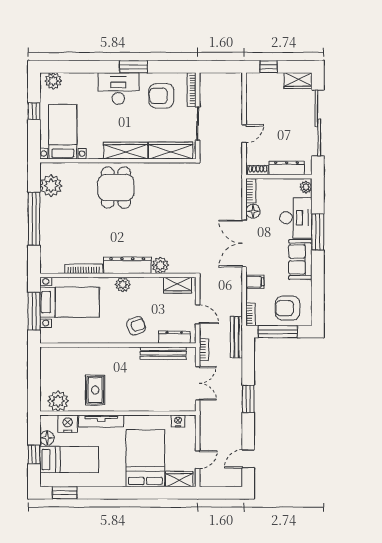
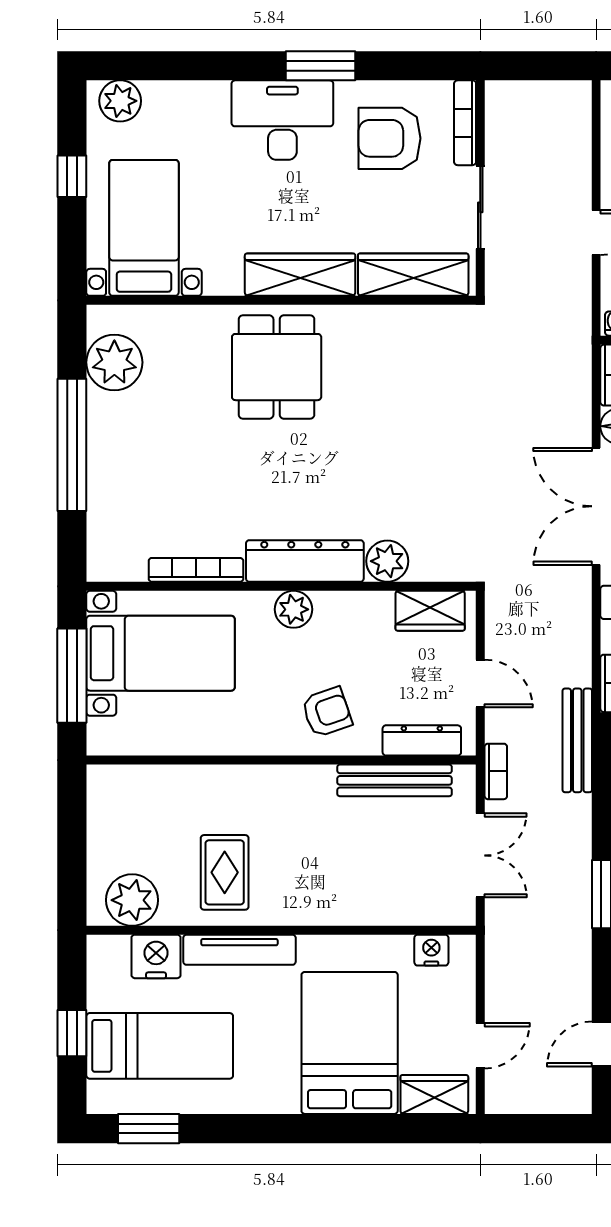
floor lamp: (47, 438) -> (104, 992), removed

